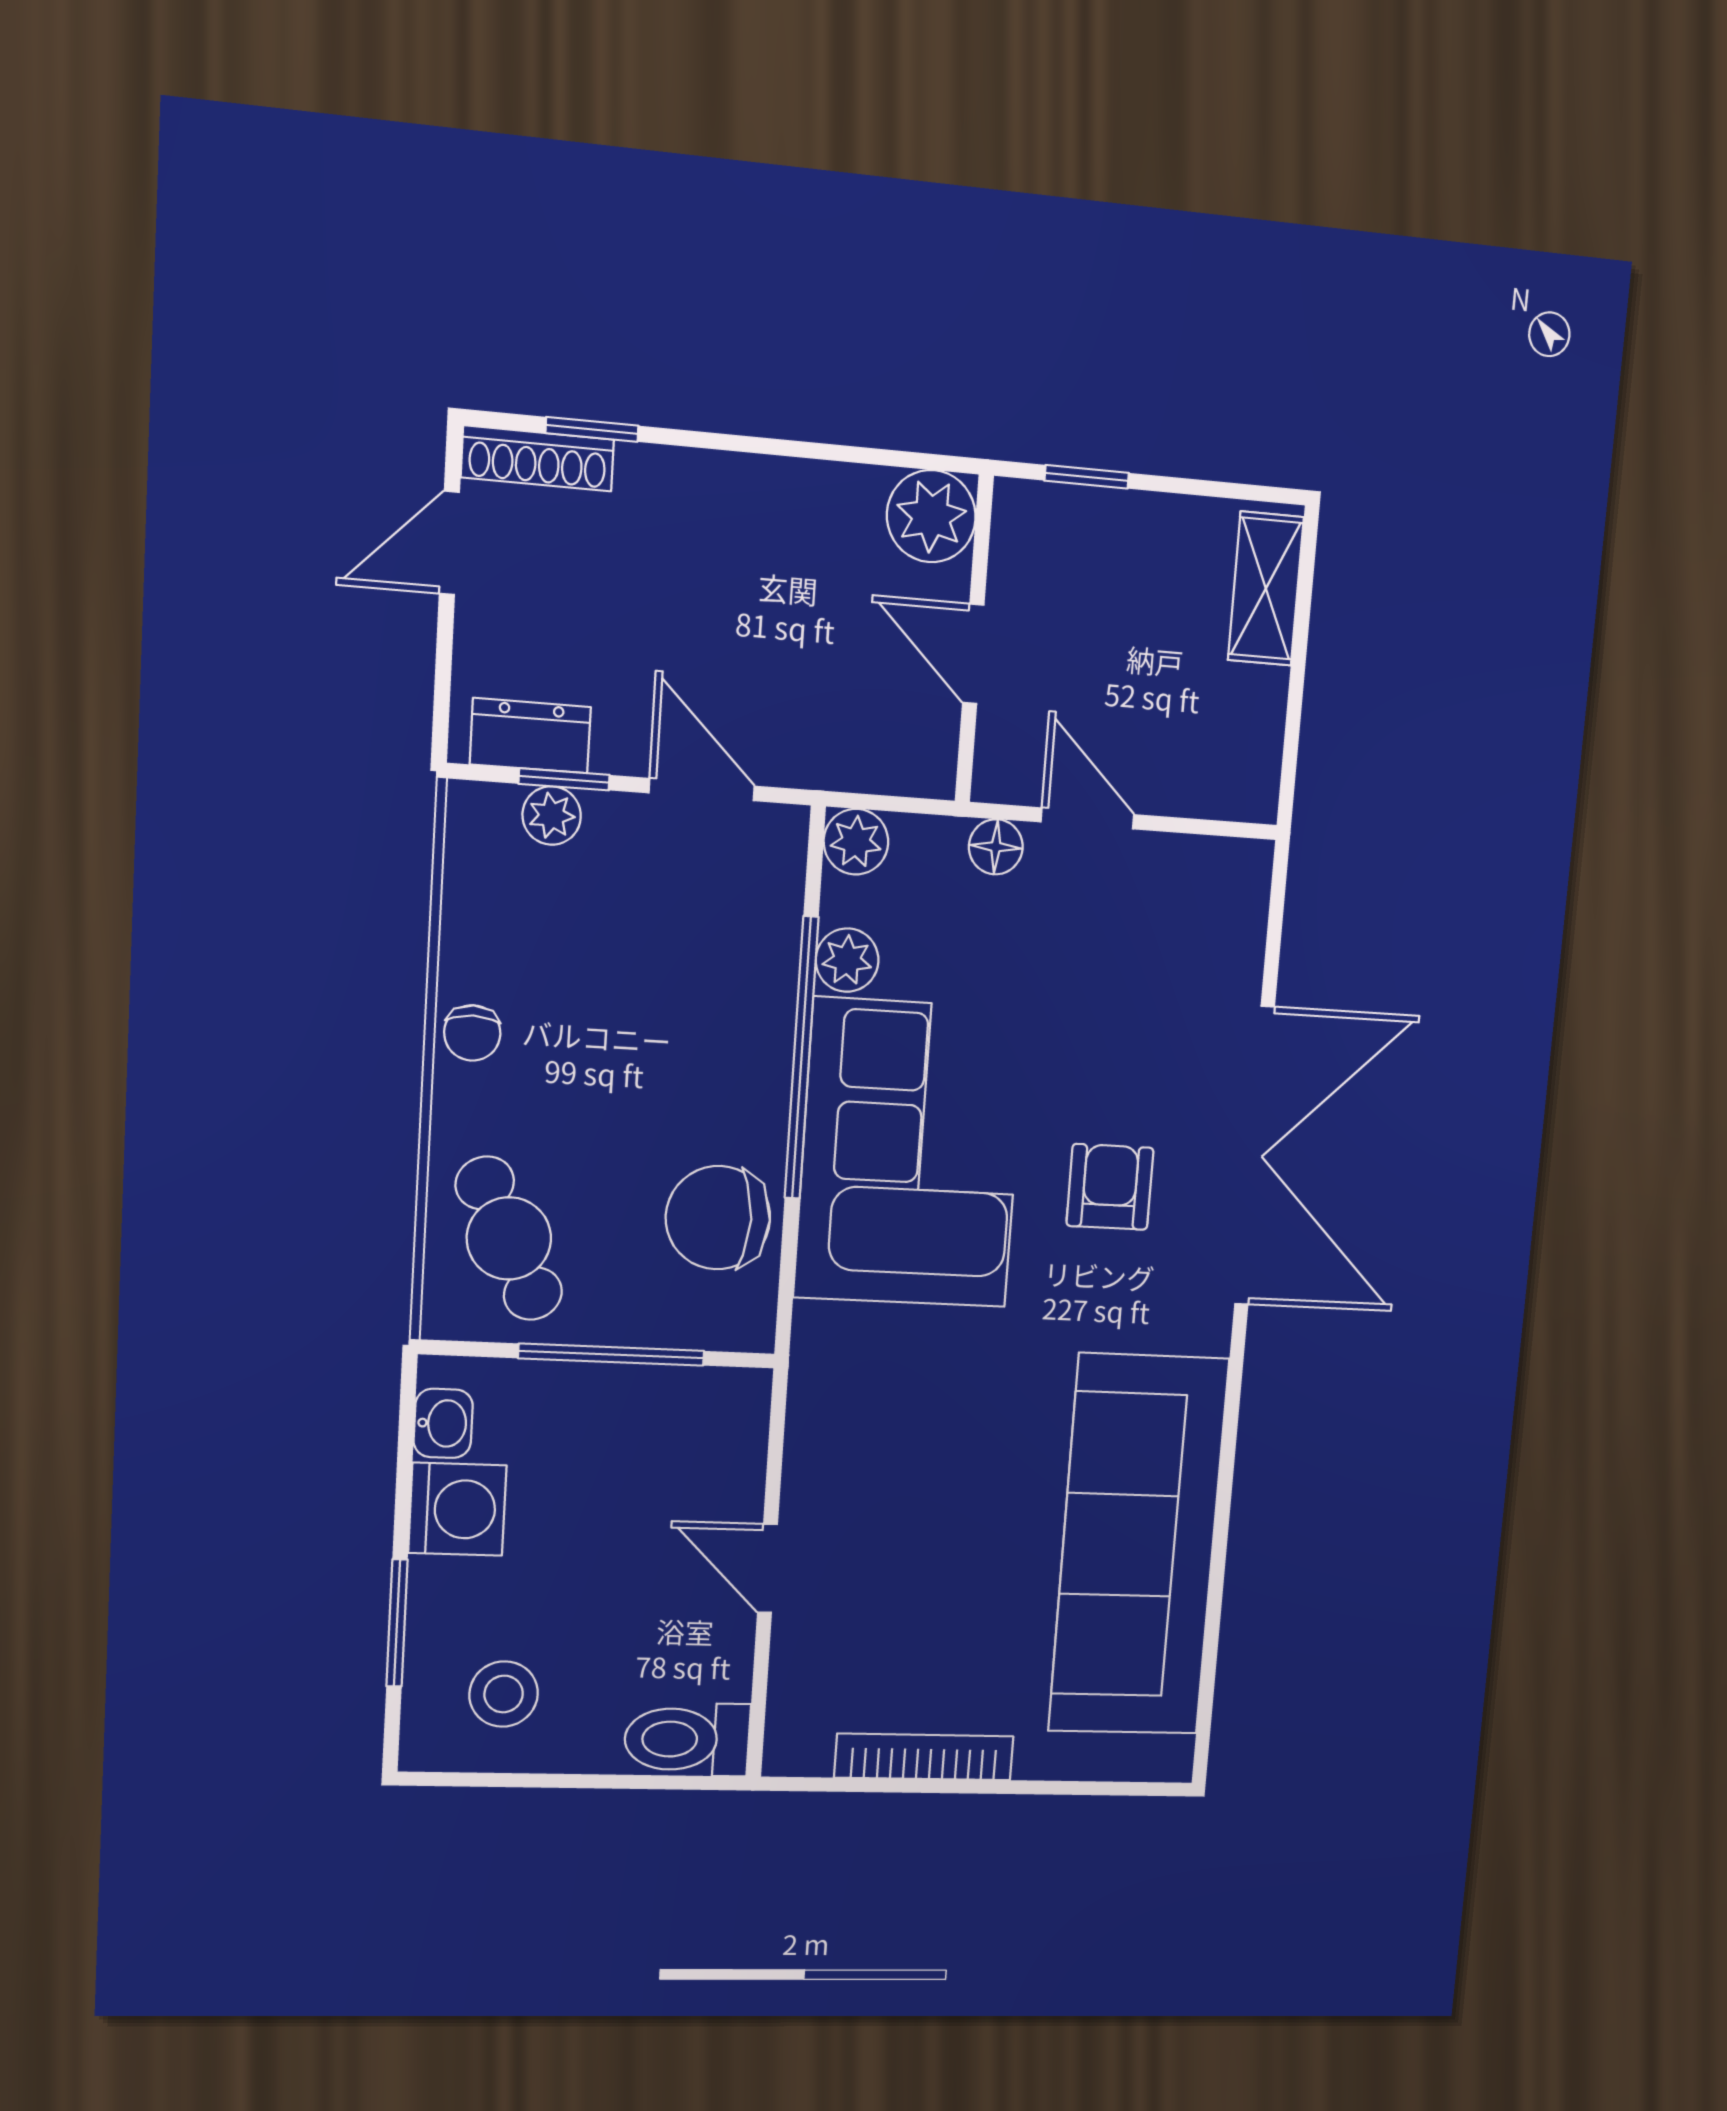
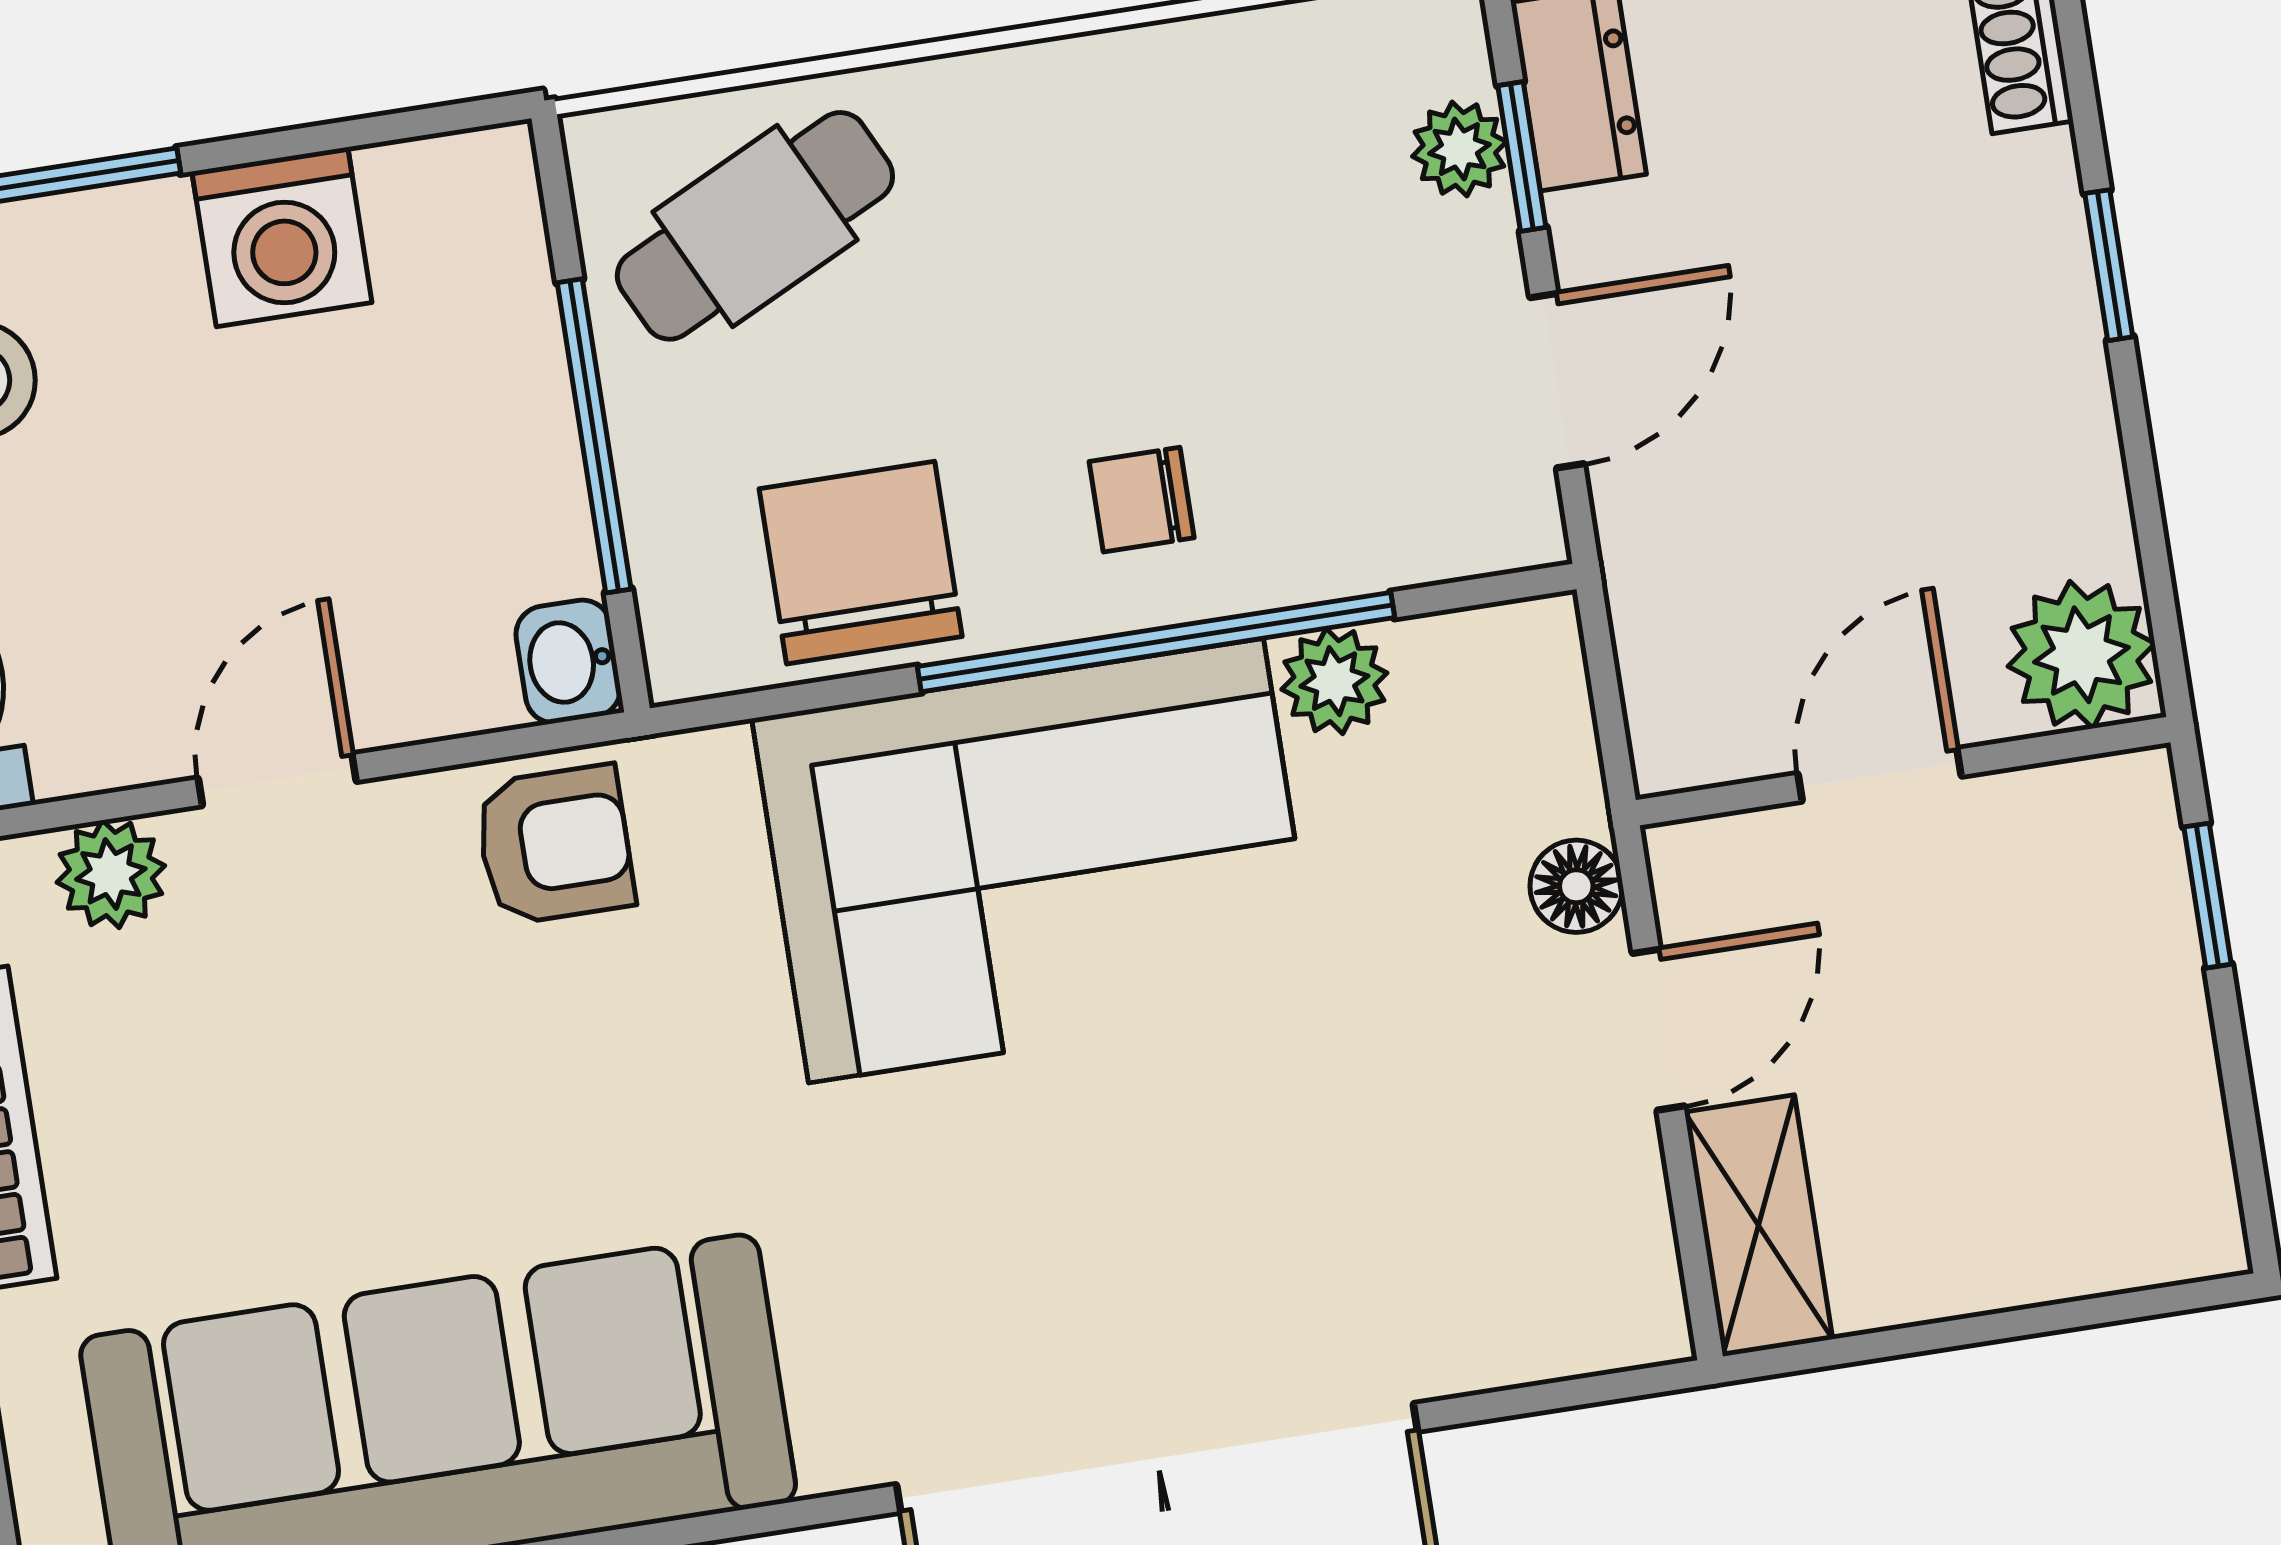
window: (592, 429) -> (2109, 265), moved
shelving: (1266, 589) -> (1759, 1226), moved, turned 90
plant: (856, 842) -> (111, 874), moved
chair: (472, 1033) -> (1142, 500), moved
armchair: (1110, 1187) -> (555, 845), moved
washbasin: (443, 1423) -> (568, 661), moved, turned 90

